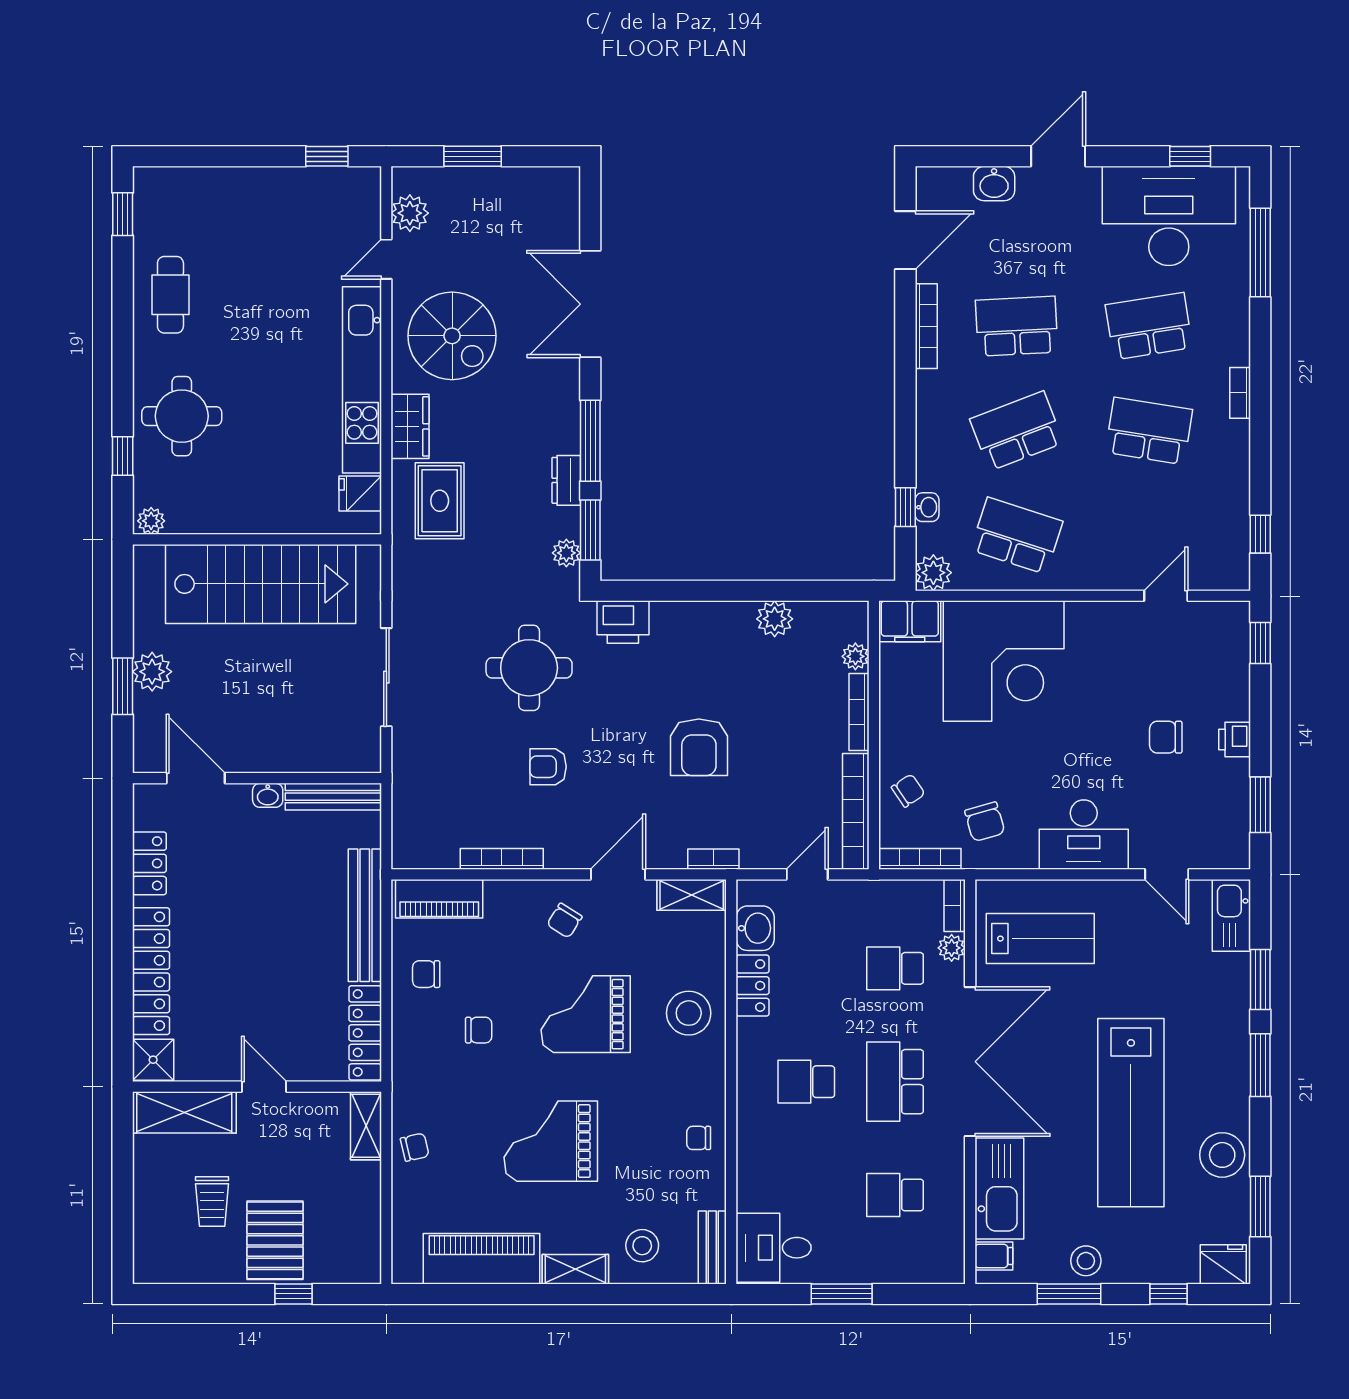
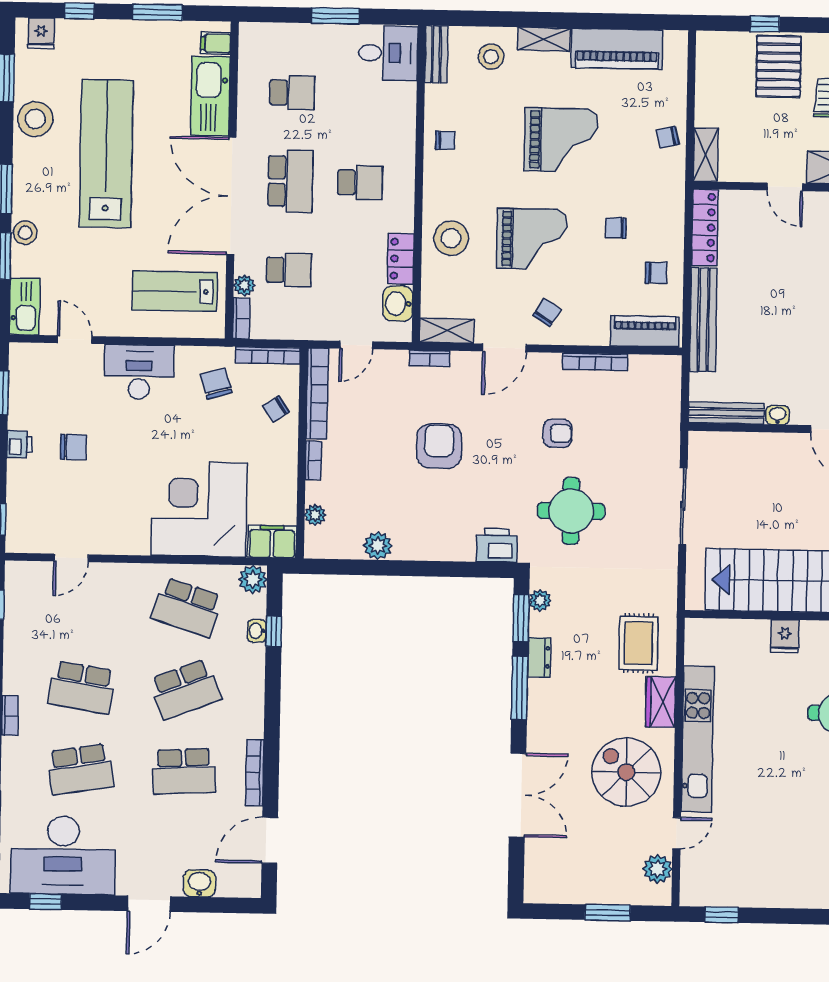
fridge: (360, 494) -> (785, 636), moved, turned 90
bookcase: (859, 712) -> (313, 460), width x0.64
stool: (1086, 1261) -> (25, 233), moved
fridge: (1223, 1264) -> (41, 33), width x0.72

